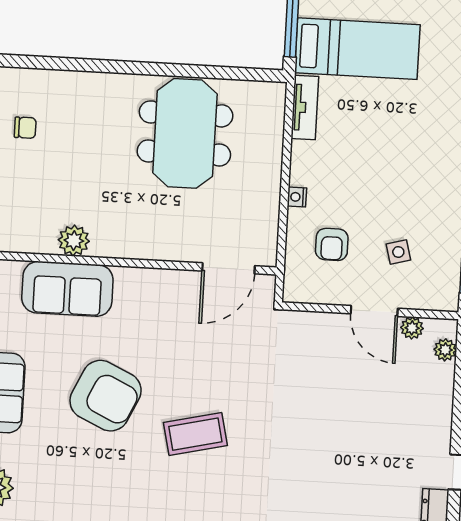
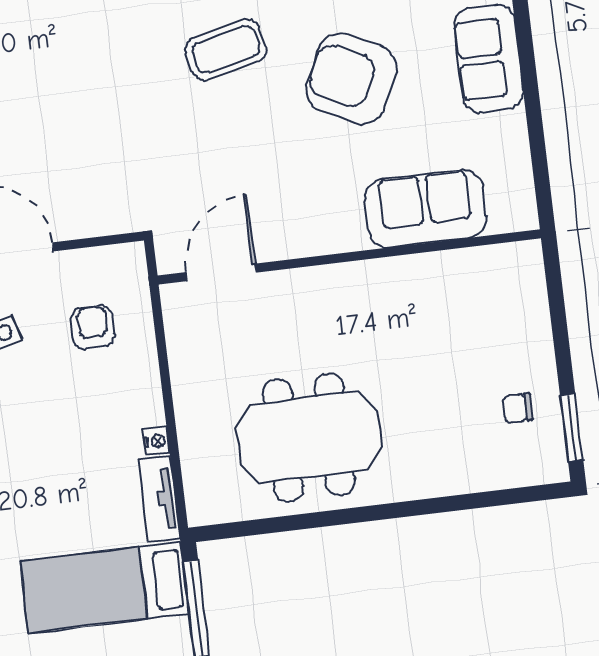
meeting table: (185, 133) -> (309, 437), turned 90
nightstand: (297, 197) -> (156, 441), moved
plant: (74, 241) -> (428, 273), removed

